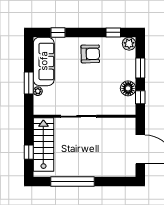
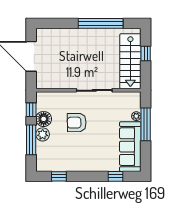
plant: (129, 44) -> (43, 134), moved
armchair: (90, 54) -> (77, 123), moved
window: (140, 68) -> (31, 140), width x1.44
window: (29, 83) -> (146, 124), width x1.44

